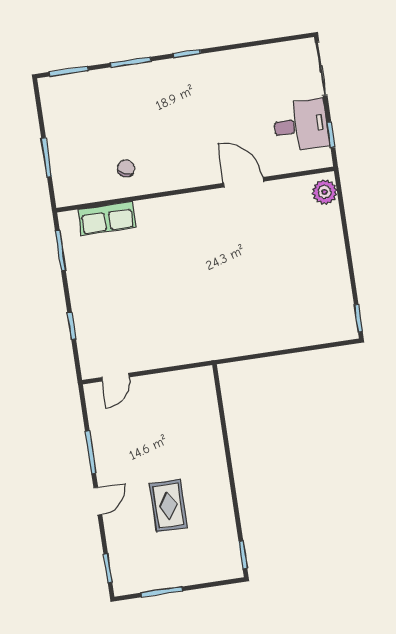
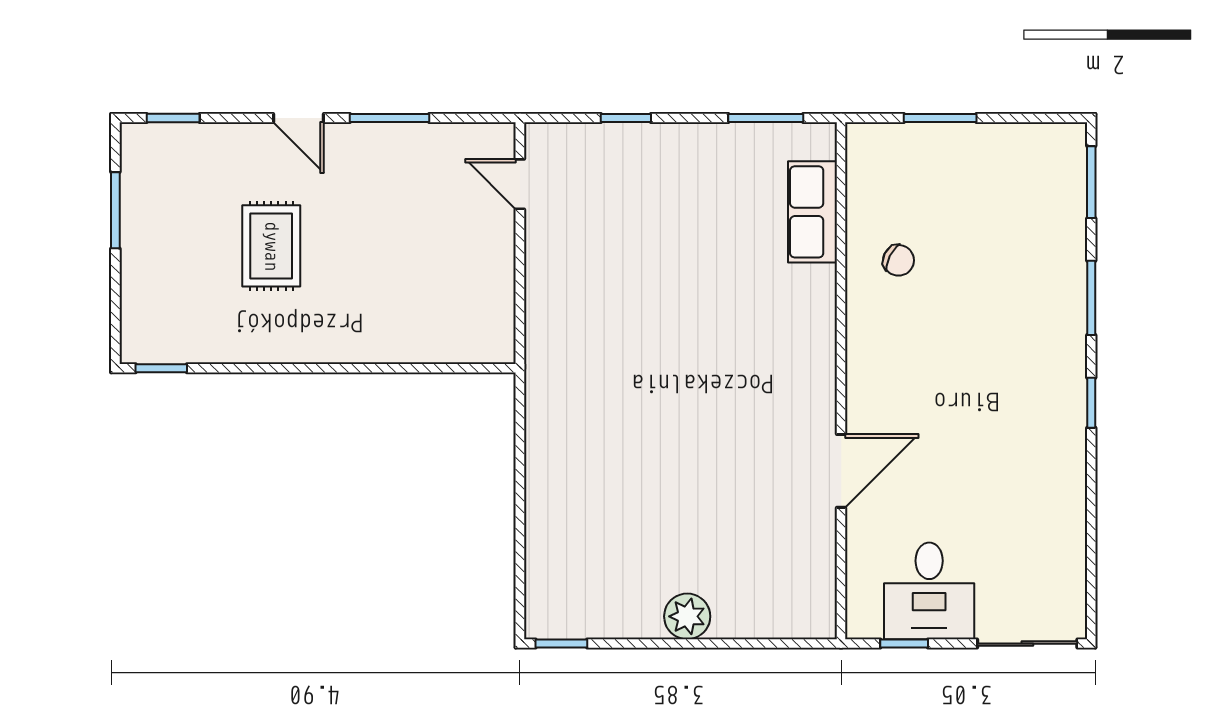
plant: (325, 192) -> (687, 616), moved
rug: (169, 506) -> (271, 246), turned 90

